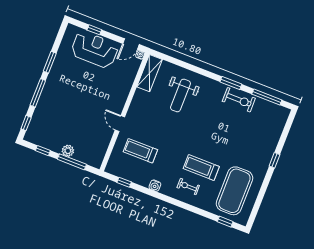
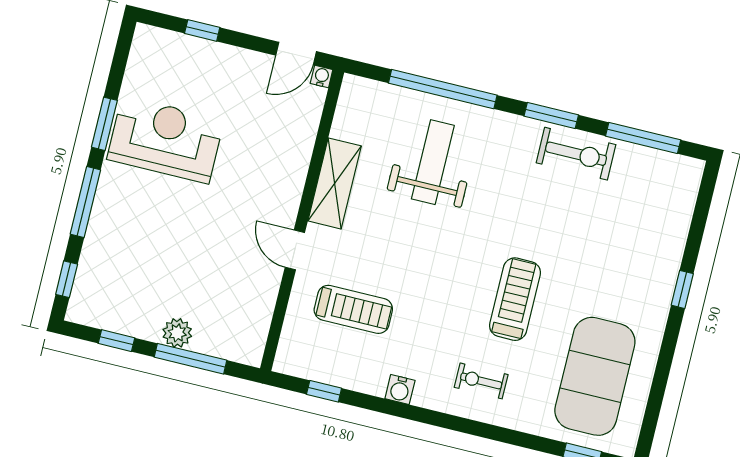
reception desk: (95, 50) -> (165, 140), moved
window: (188, 66) -> (443, 89), added
shelving: (150, 73) -> (335, 183), moved
weight bench: (180, 95) -> (433, 162), turned 180
treadmill: (140, 151) -> (353, 309), turned 180
treadmill: (201, 168) -> (515, 299), moved, turned 90

